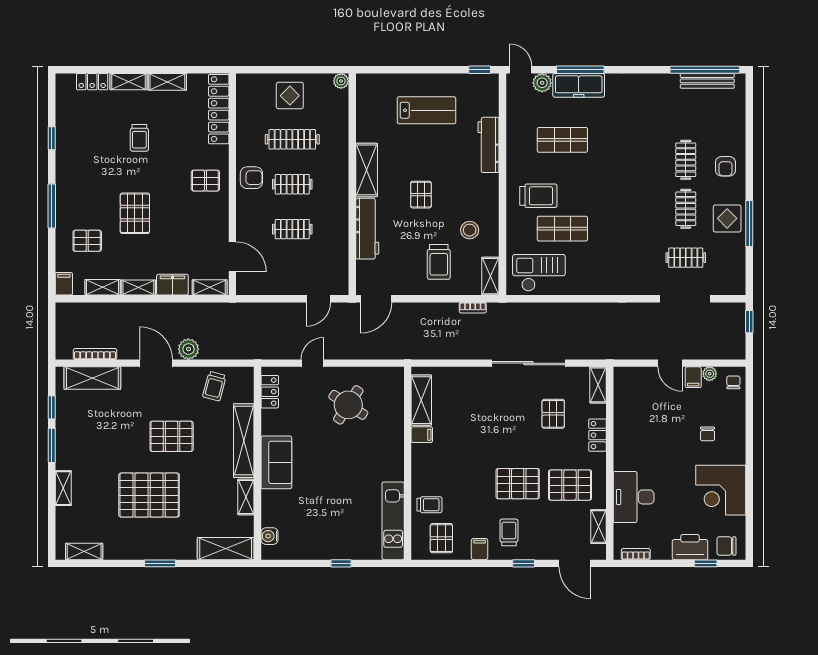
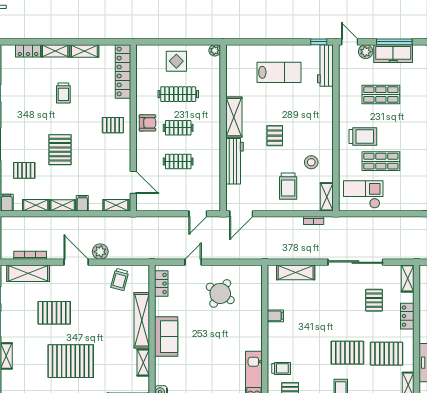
workbench: (488, 145) -> (325, 65), moved
filing cabinet: (172, 285) -> (82, 203), width x0.50
shelving: (421, 400) -> (296, 272), moved, turned 90
pallet: (172, 436) -> (54, 313), moved

